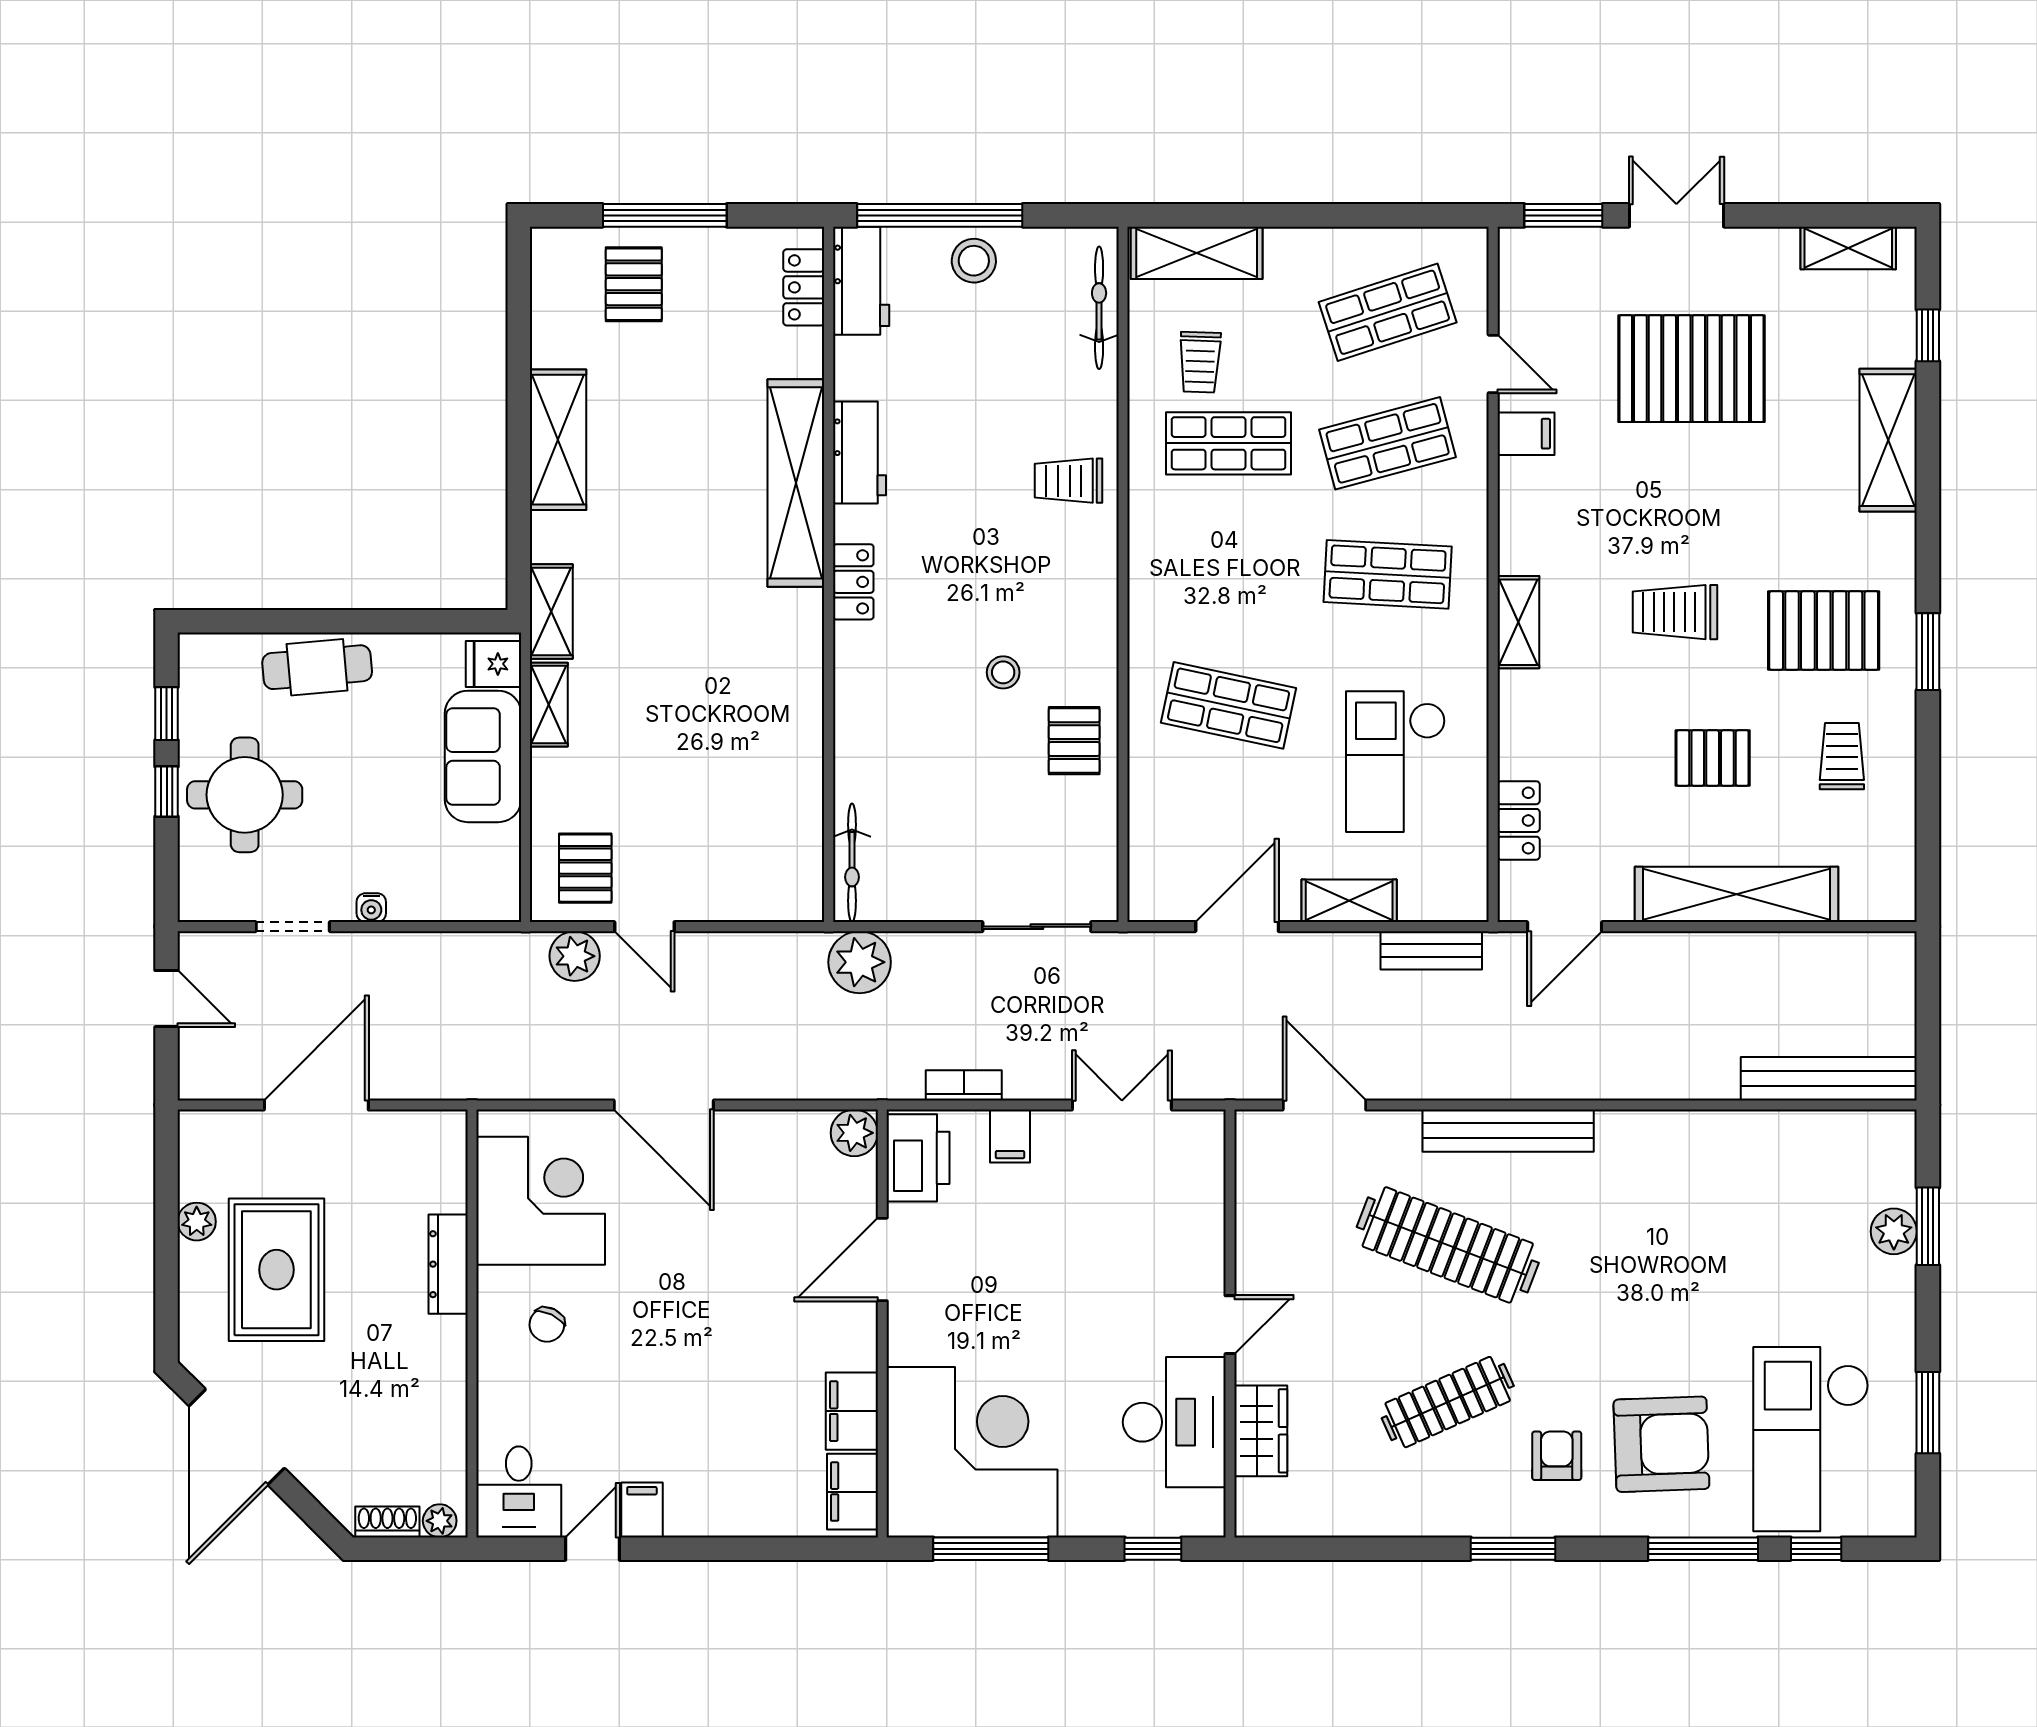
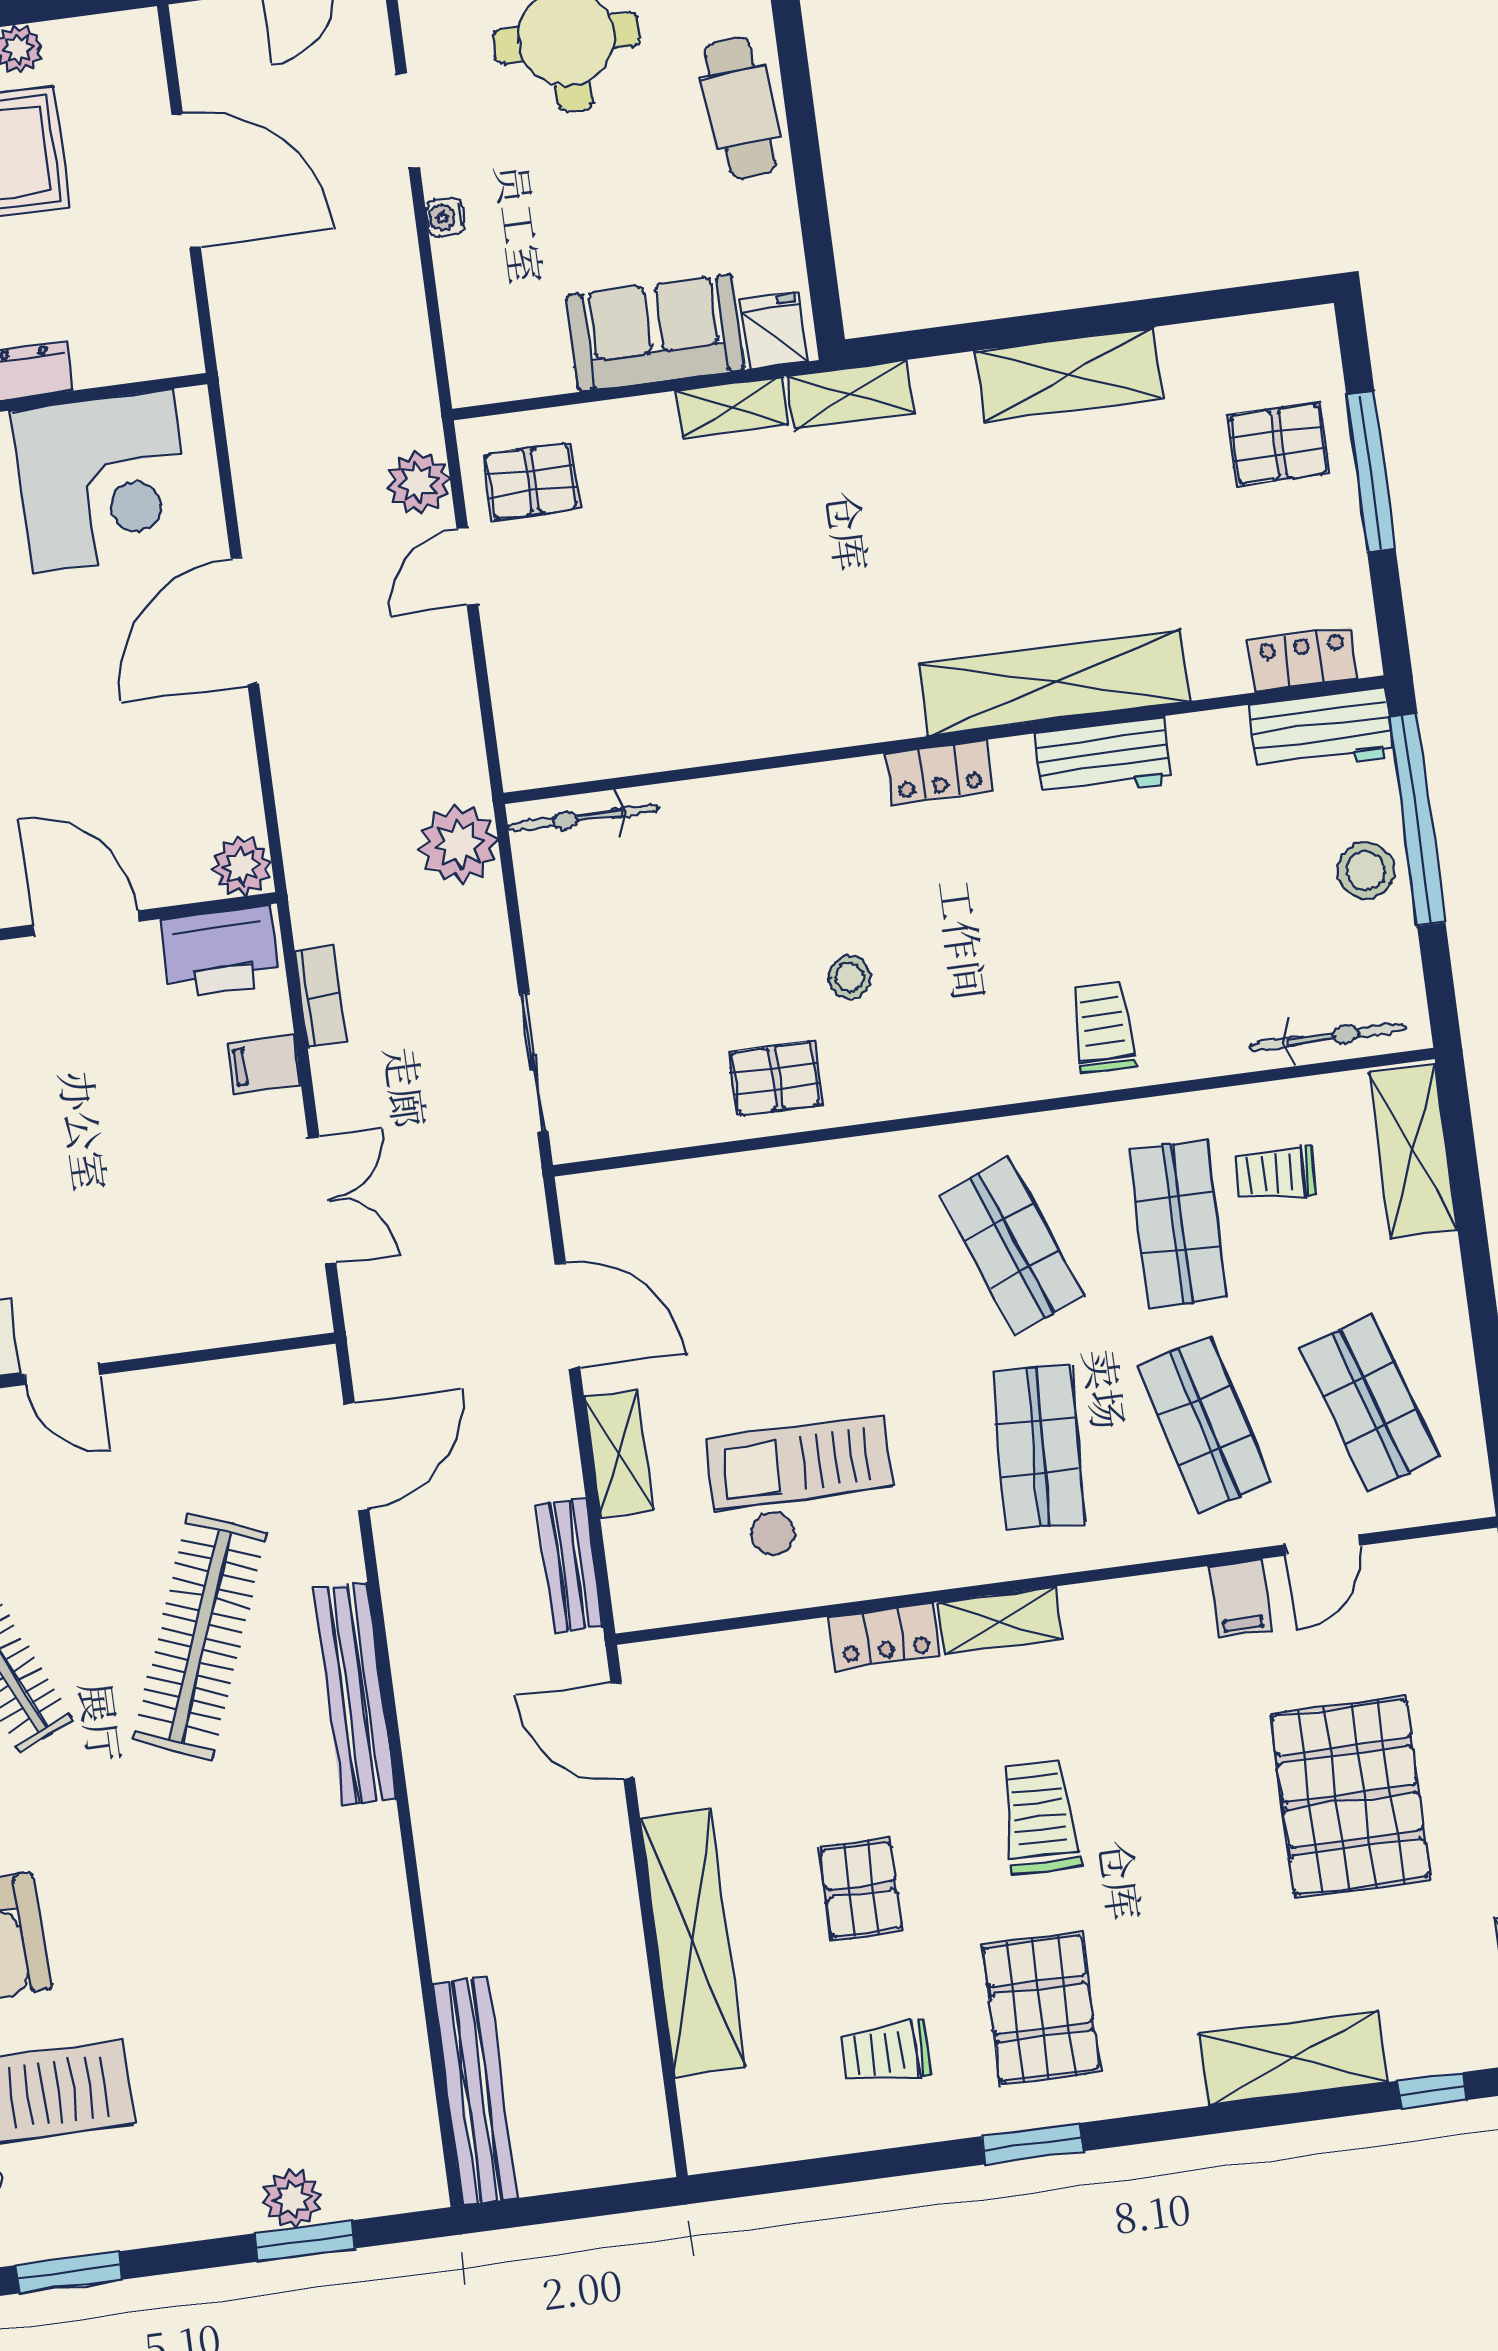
shop shelf: (1229, 705) -> (1012, 1246), moved, turned -33
trolley: (1842, 756) -> (885, 2053), turned 180
locker: (1519, 820) -> (884, 1636), moved

